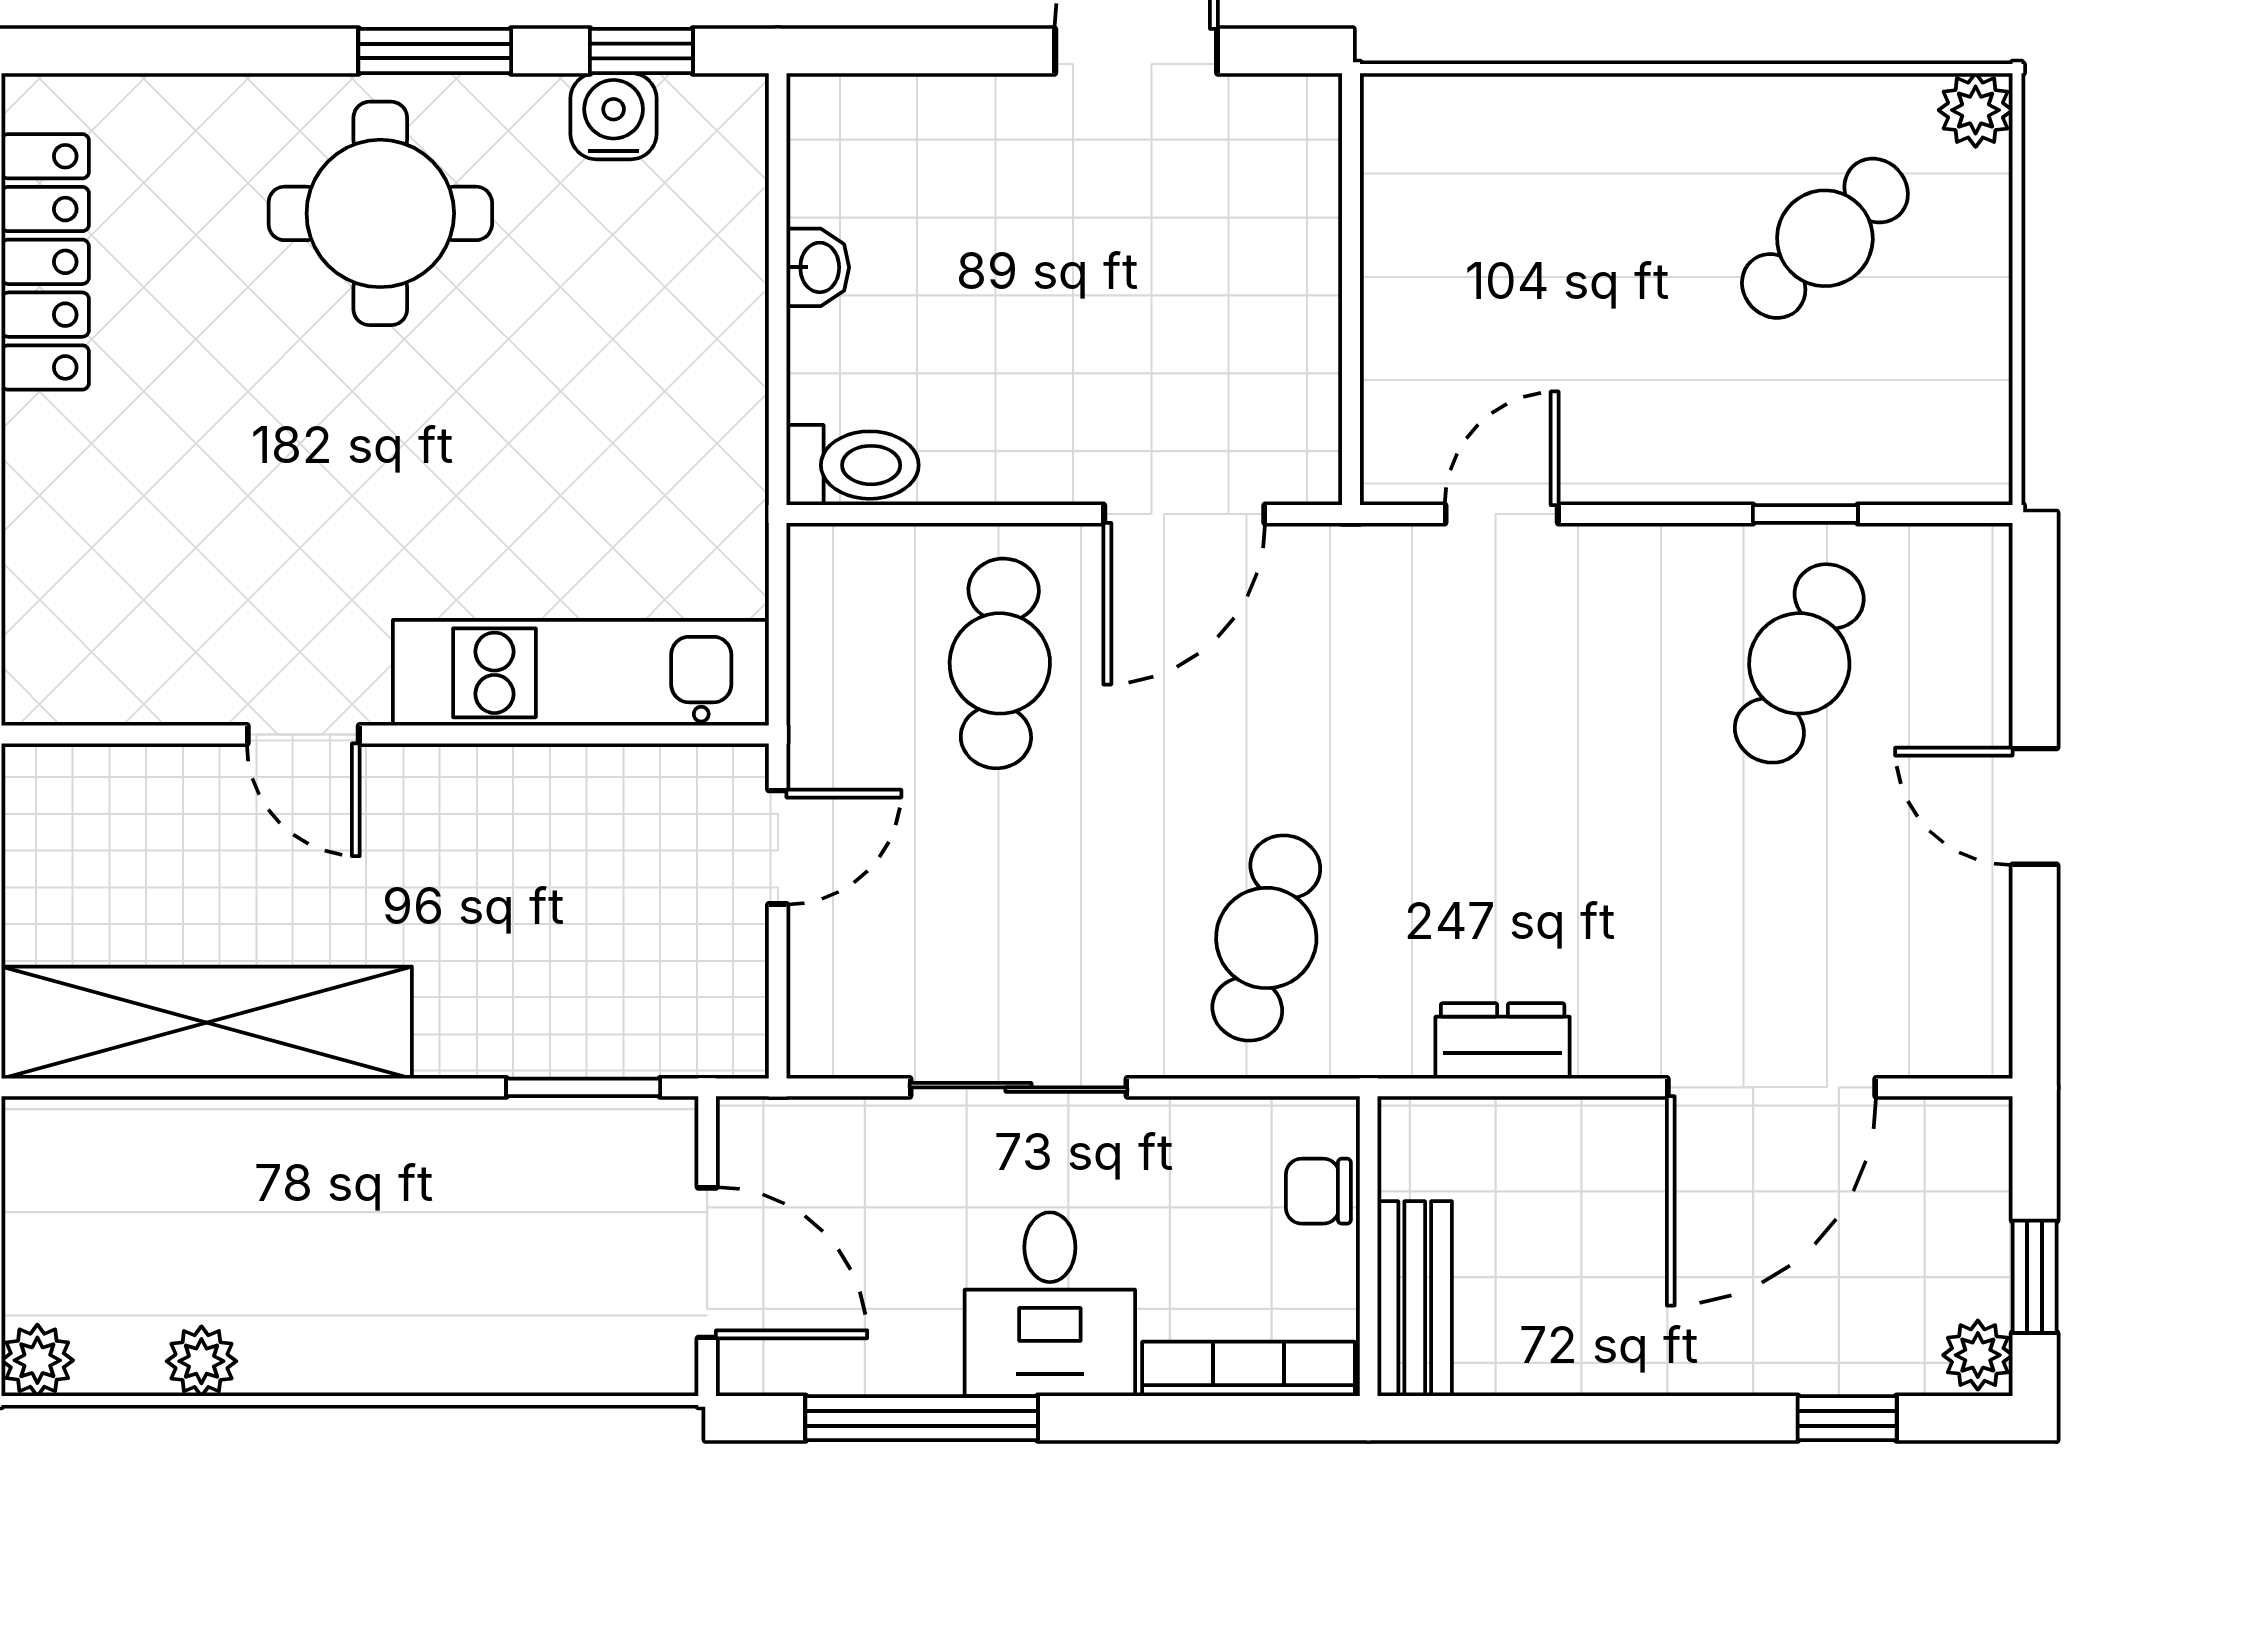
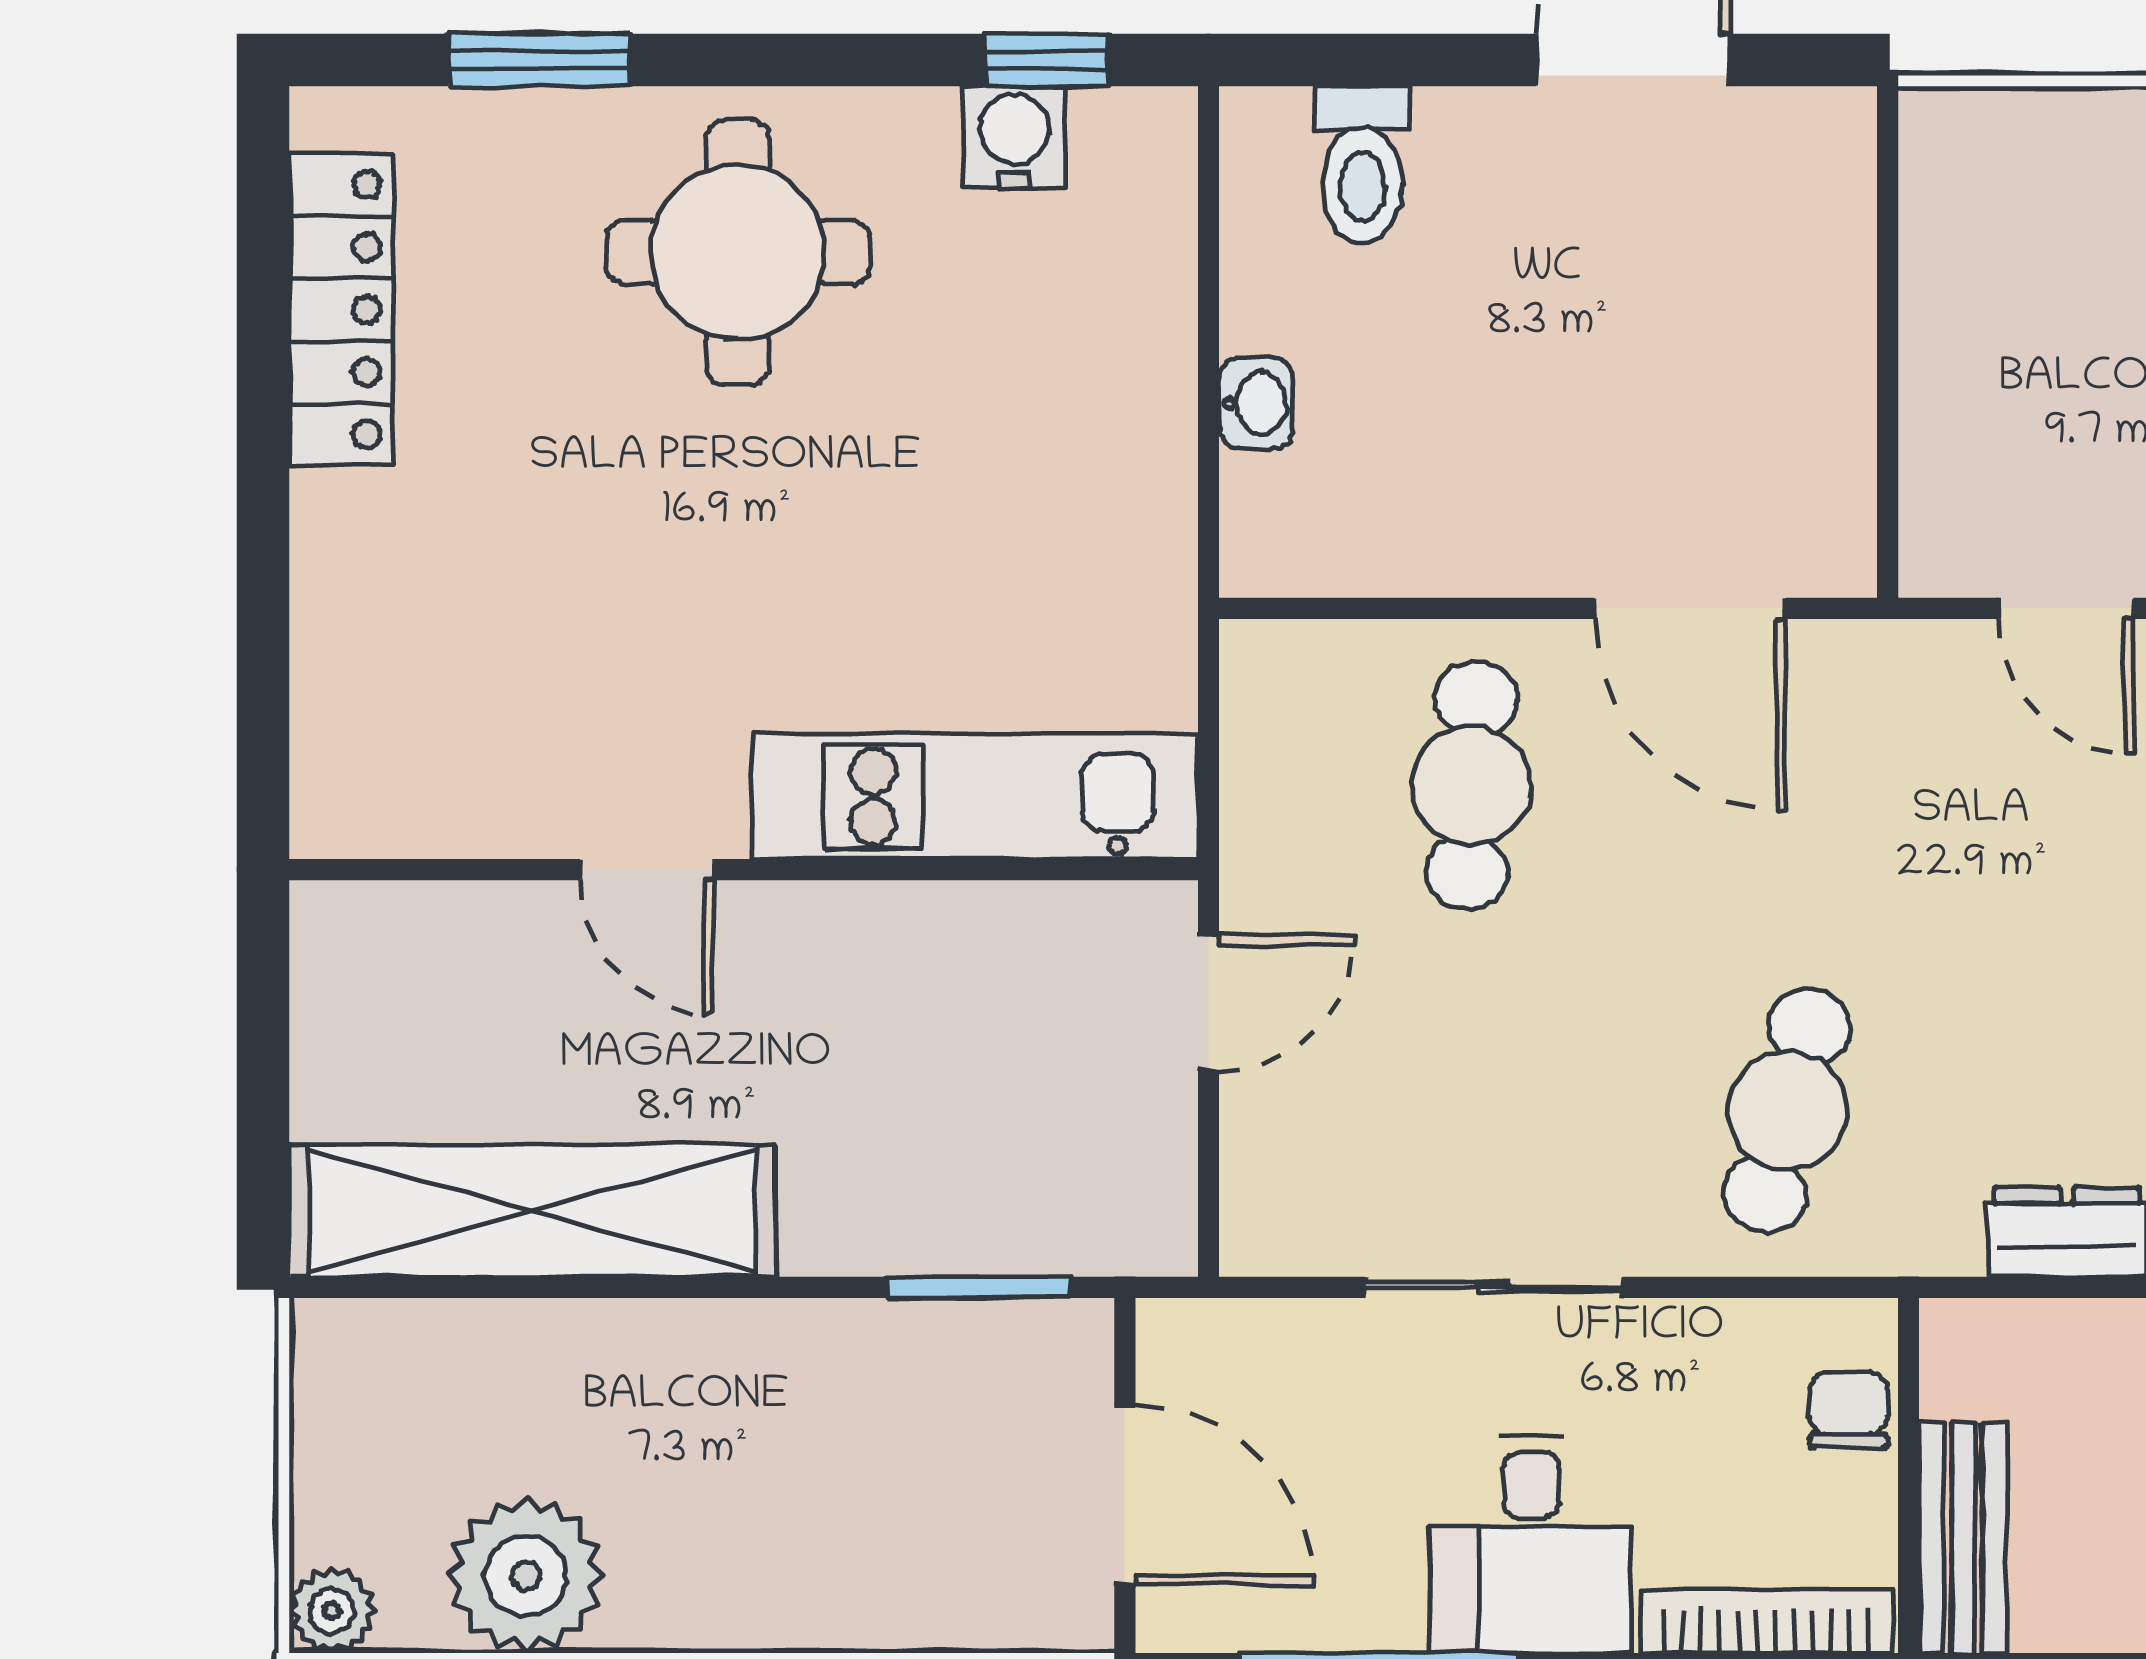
window: (435, 51) -> (539, 60), moved
washbasin: (818, 267) -> (1256, 403), moved
toilet: (853, 465) -> (1362, 164), moved, turned 90
door: (1184, 514) -> (1690, 608), hinge flipped
door: (1502, 514) -> (2066, 608), swing flipped
chair: (1318, 1191) -> (1849, 1410), turned 90
plant: (201, 1361) -> (526, 1575), width x1.88, depth x1.88

